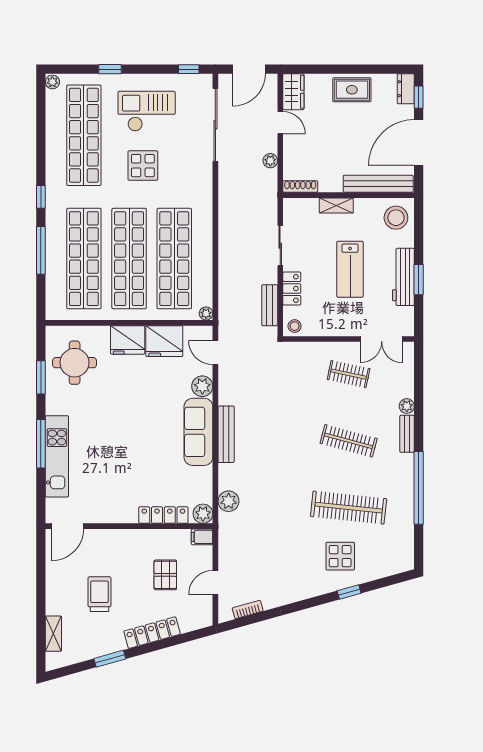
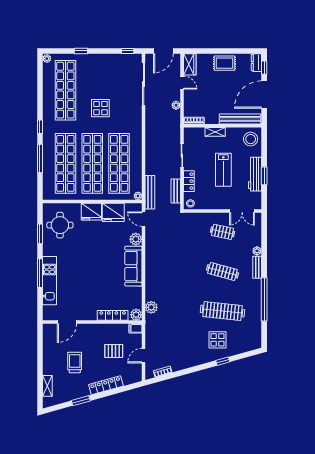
checkout: (147, 111) -> (103, 76), removed
bench: (226, 434) -> (150, 192), moved
door: (68, 526) -> (67, 322), moved
pallet: (165, 575) -> (114, 351), turned 90

